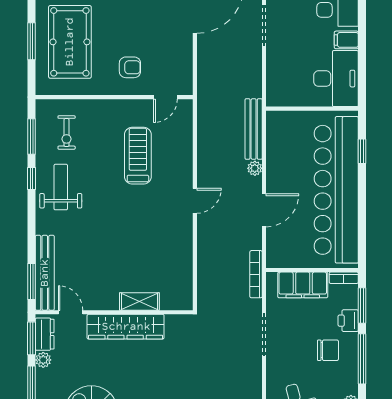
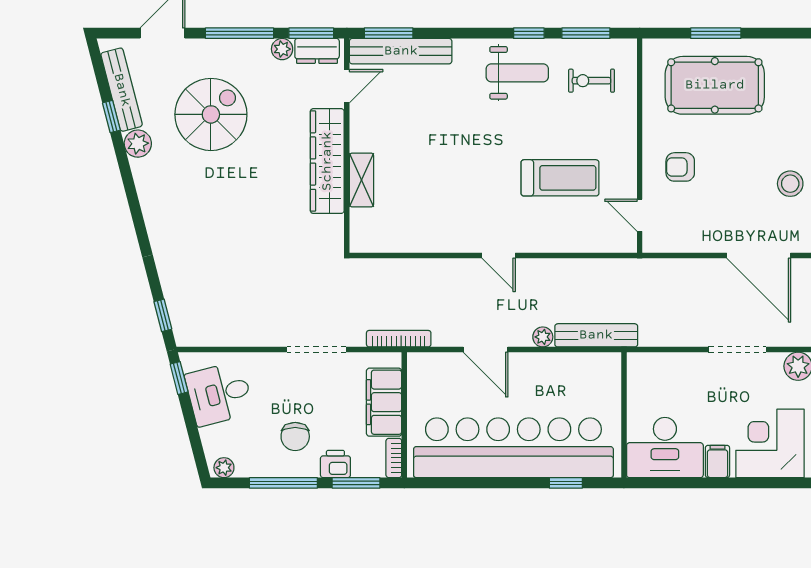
armchair: (130, 67) -> (680, 167), turned 90

